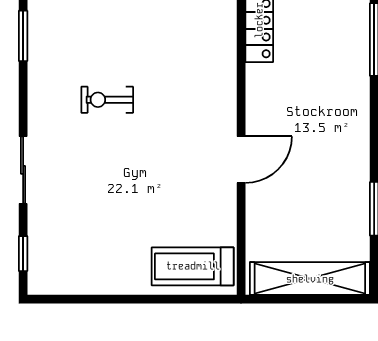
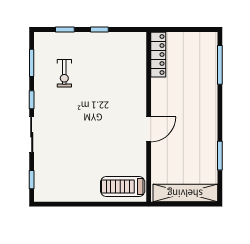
exercise bike: (107, 100) -> (64, 73), moved, turned -90
window: (23, 105) -> (32, 100), added

